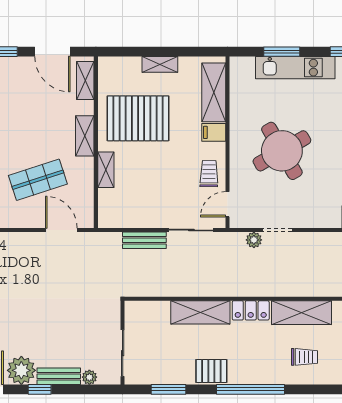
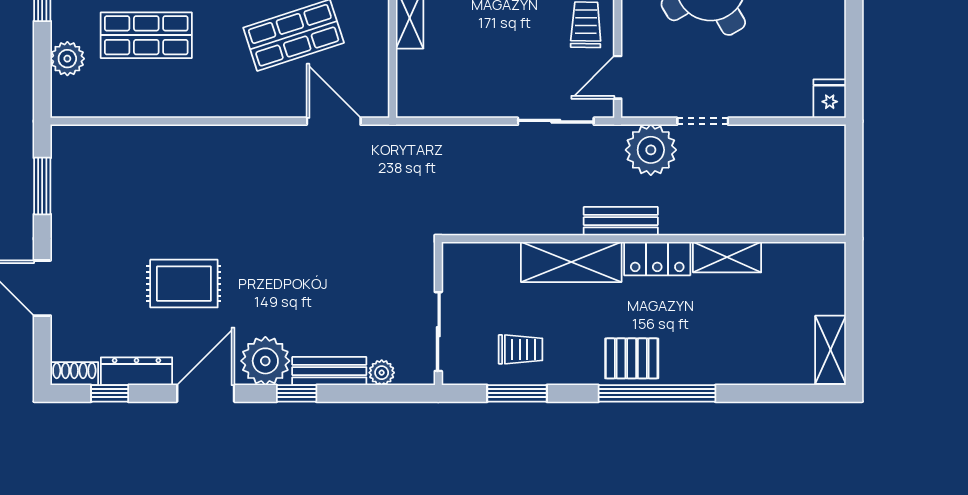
bench: (144, 240) -> (621, 221), moved
plant: (254, 240) -> (651, 150), width x1.87, depth x1.87
shelving: (302, 313) -> (727, 257), width x0.67, depth x0.75
trolley: (304, 357) -> (521, 349), moved
pallet: (211, 371) -> (632, 358), moved

